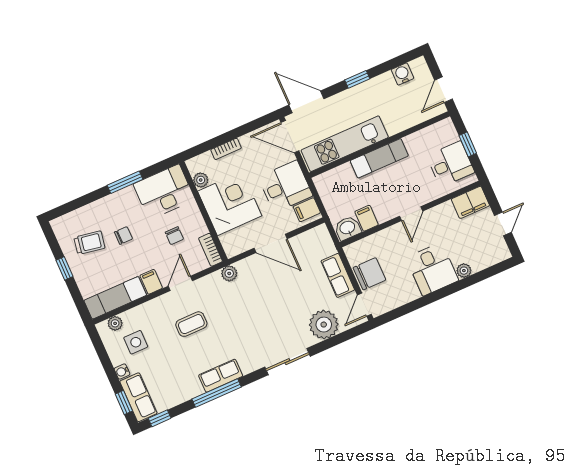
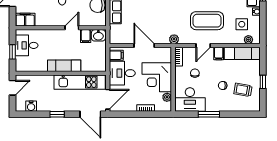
door: (290, 137) -> (108, 99), hinge flipped
door: (411, 214) -> (72, 28), moved
coffee table: (191, 324) -> (207, 21), width x1.86, depth x1.72

